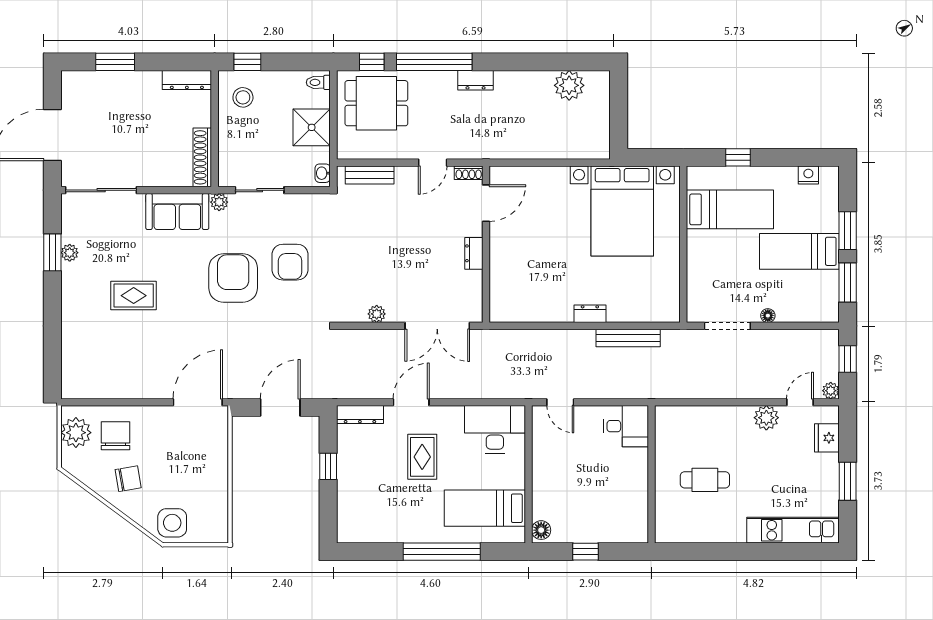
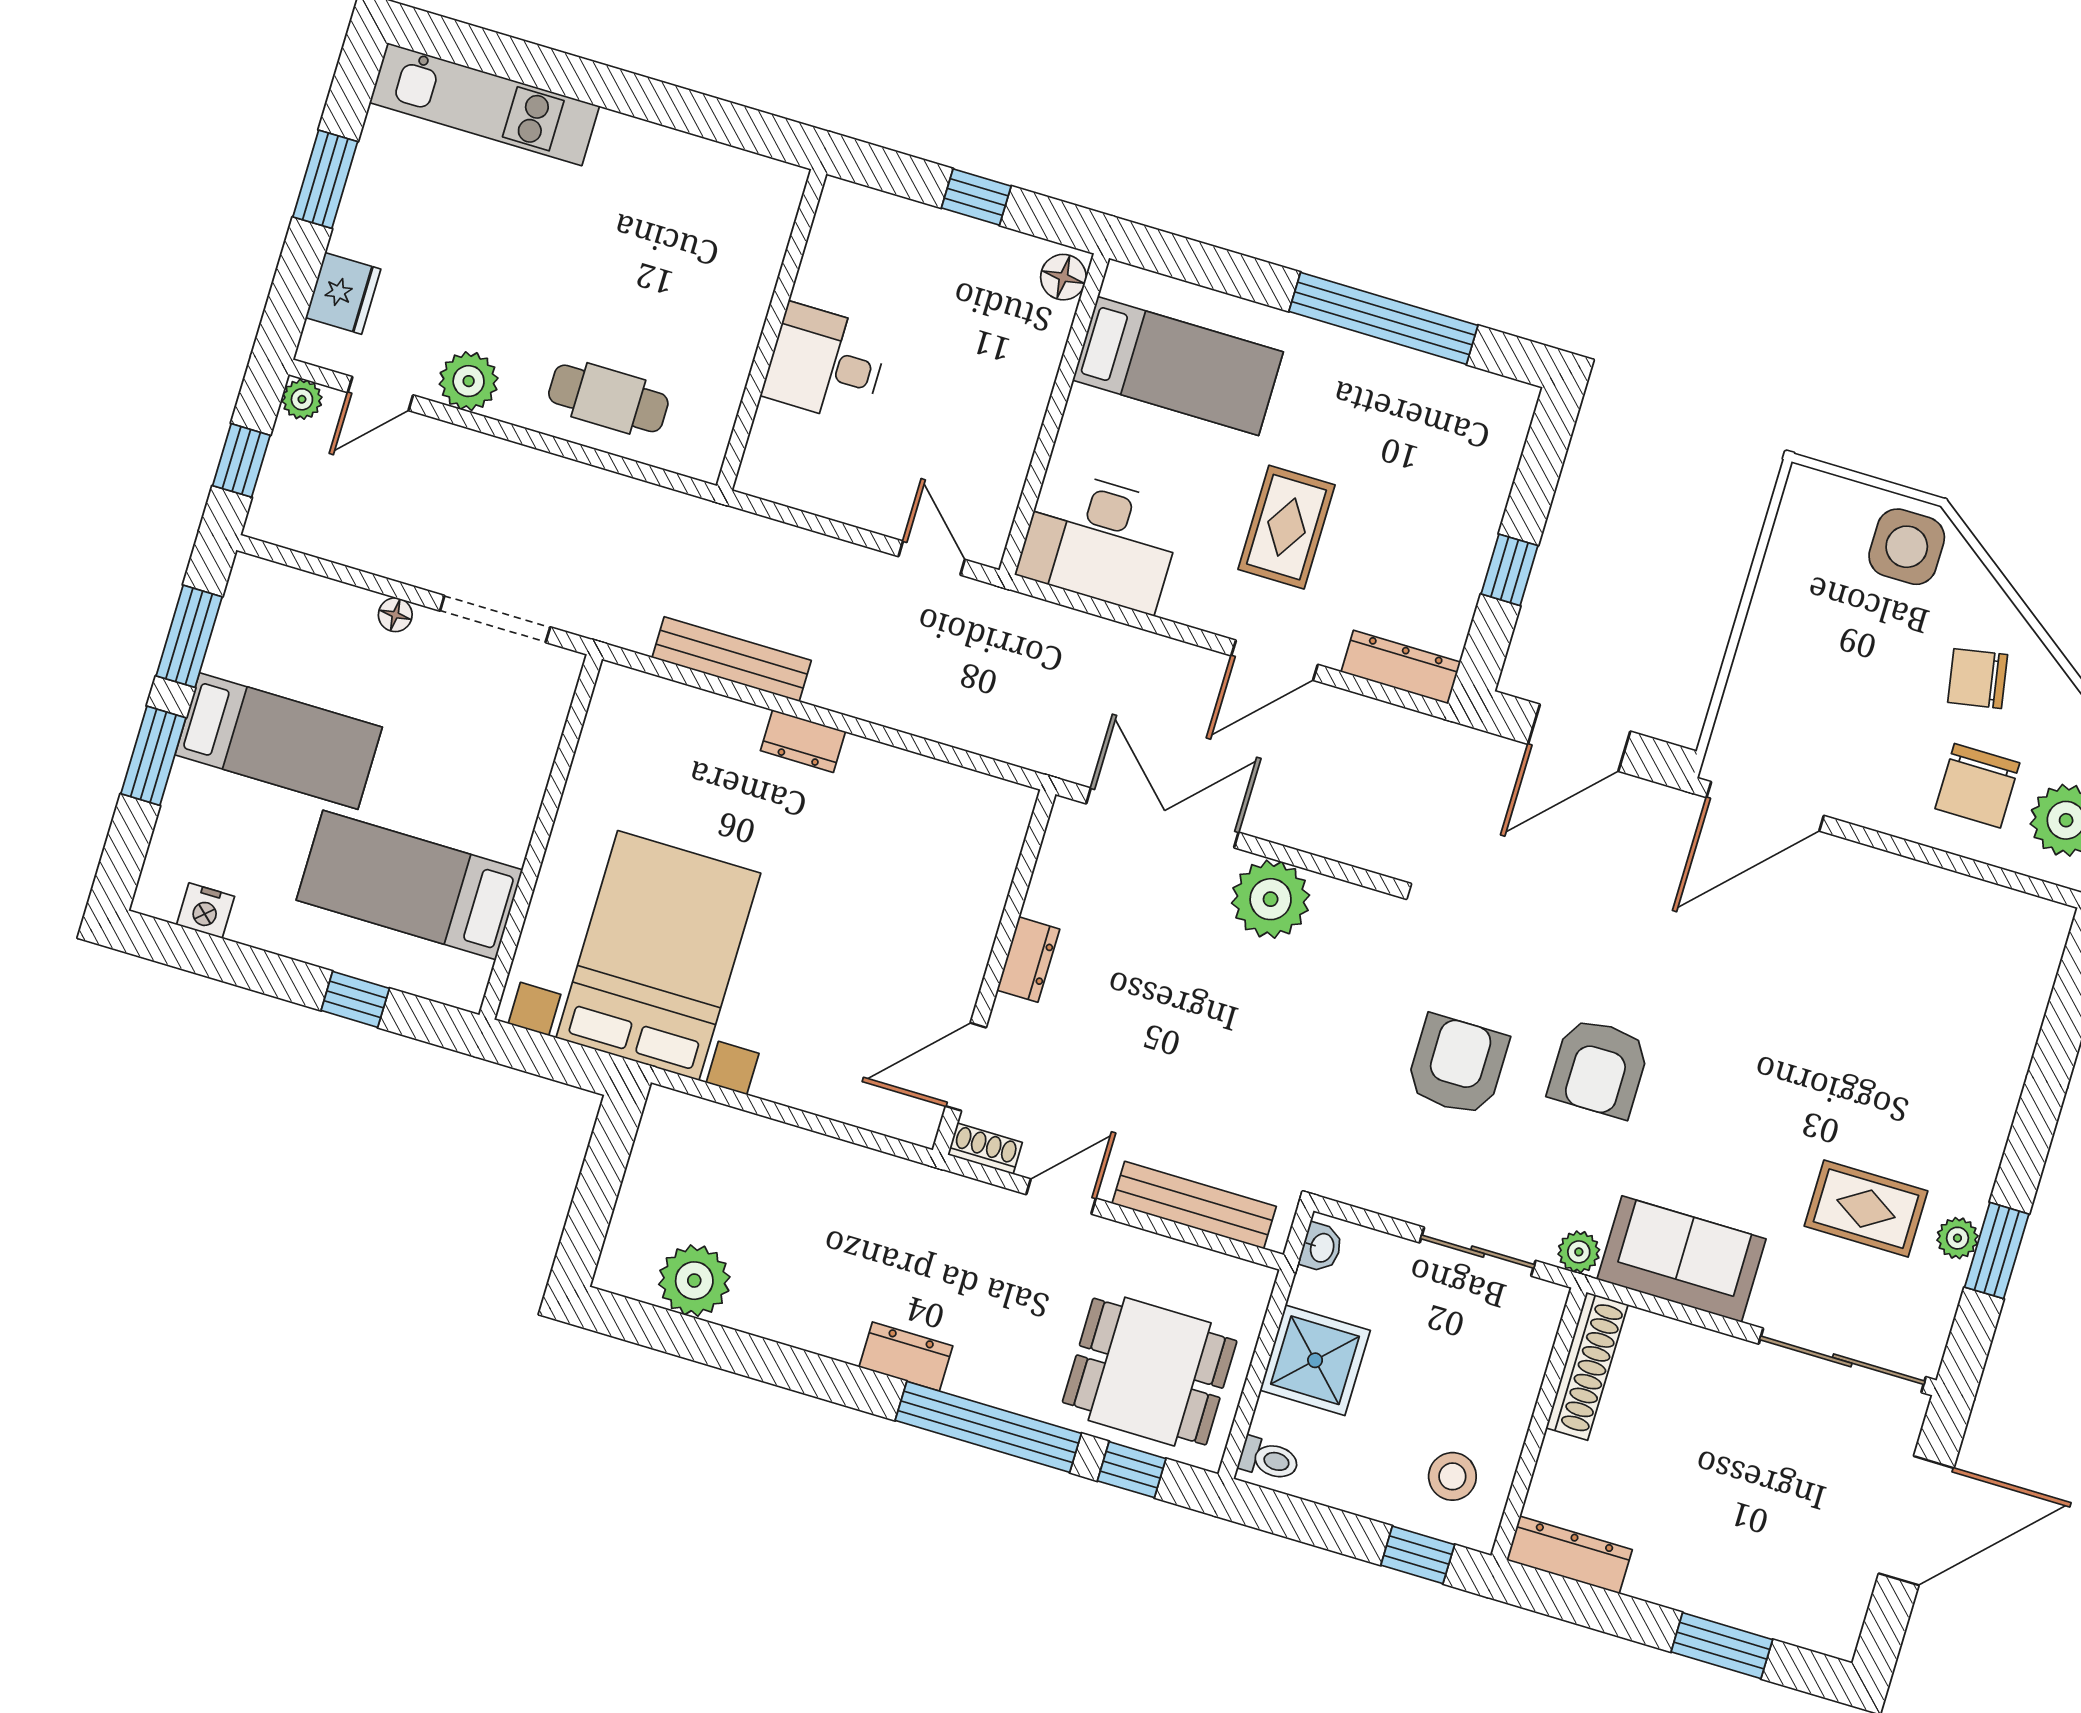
bench: (370, 175) -> (1194, 1205), width x1.36
armchair: (233, 278) -> (1599, 1068), width x0.73, depth x0.73
rug: (134, 296) -> (1866, 1209), moved
plant: (377, 314) -> (1271, 899), width x1.87, depth x1.87
desk: (626, 426) -> (825, 363), moved
cafe table: (705, 480) -> (608, 398), moved
window: (442, 552) -> (1383, 318), moved

